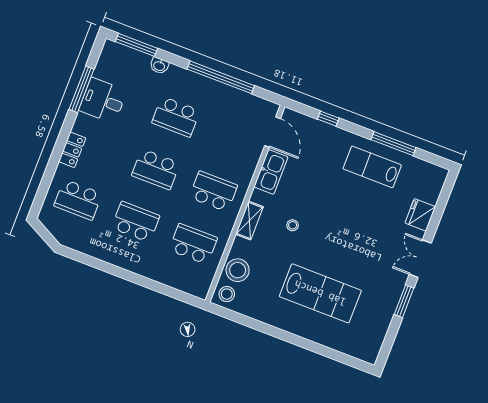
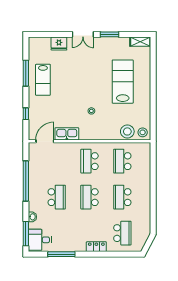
desk: (103, 100) -> (40, 240), moved, turned 90
school desk: (156, 169) -> (89, 197), turned 180
shelving: (249, 221) -> (140, 42), moved

